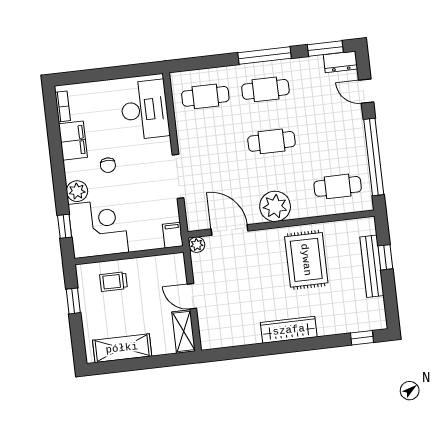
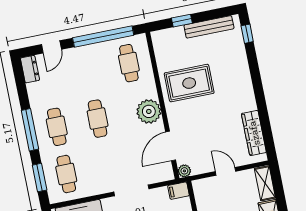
window: (325, 48) -> (40, 178), moved
bench: (372, 266) -> (209, 27), moved
door: (192, 296) -> (226, 171), swing flipped
wardrobe: (289, 330) -> (254, 133), moved
shelving: (184, 331) -> (265, 183), moved, turned 90

